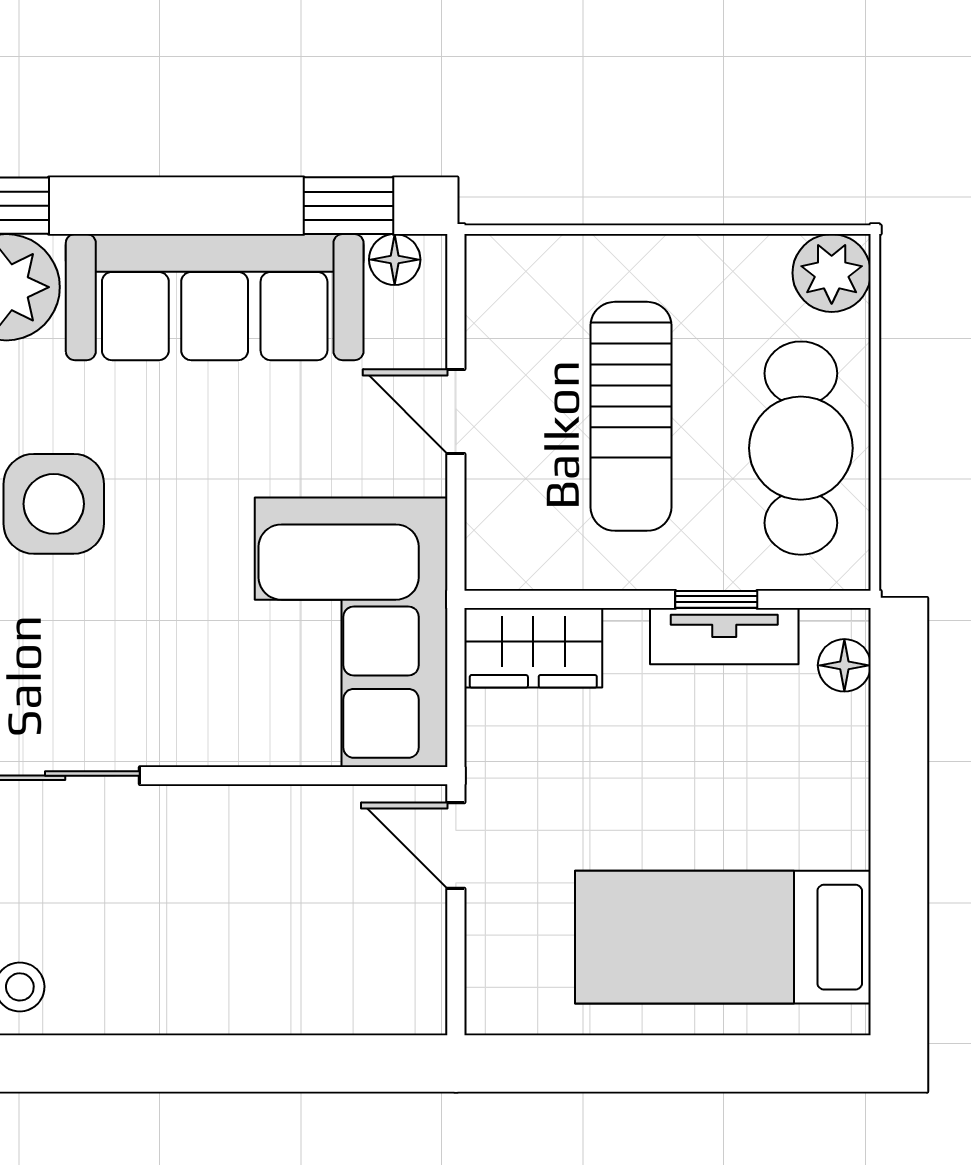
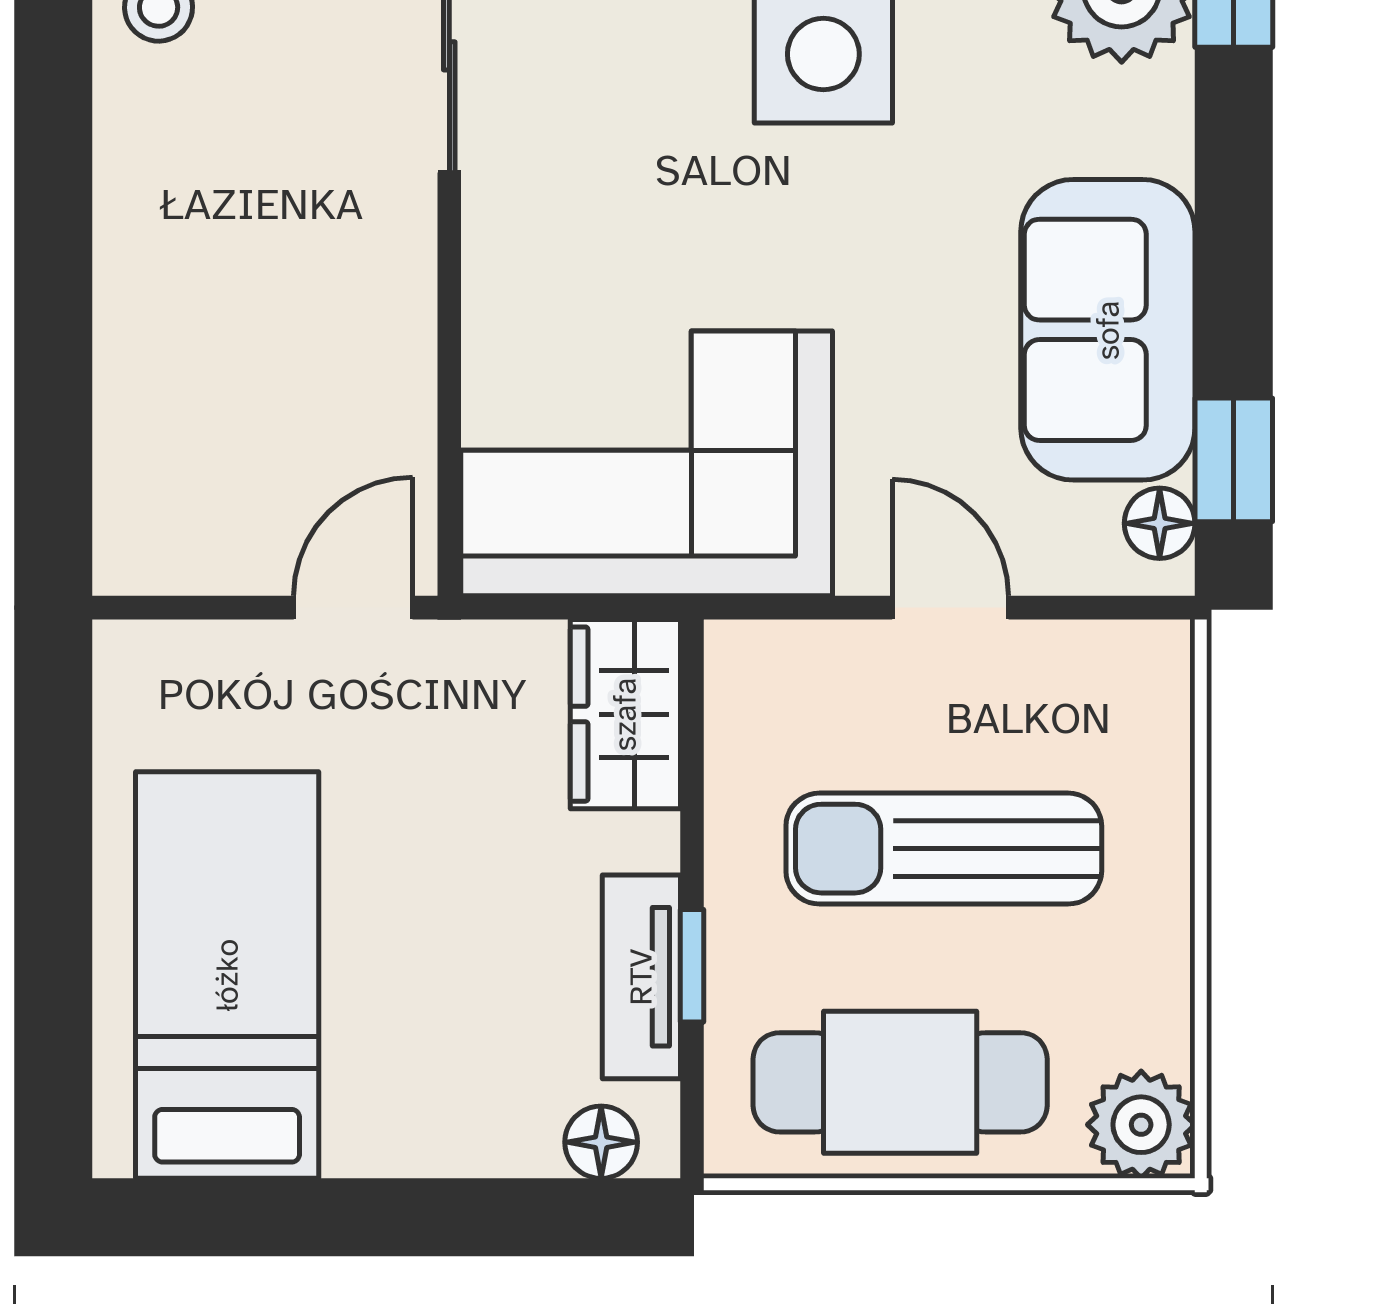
sofa: (215, 297) -> (1108, 330), width x0.73
door: (456, 412) -> (950, 608), hinge flipped

